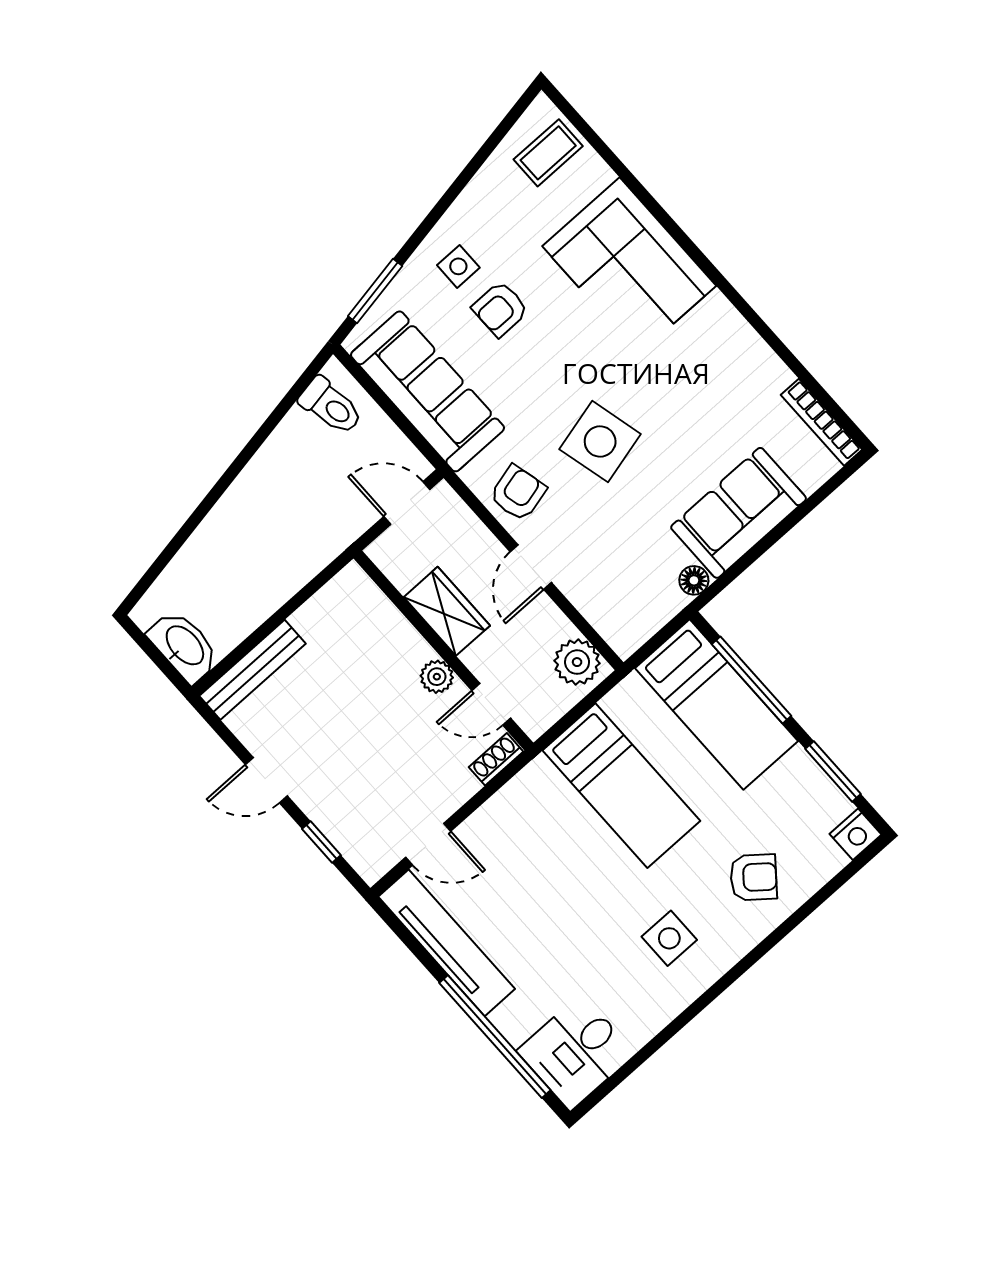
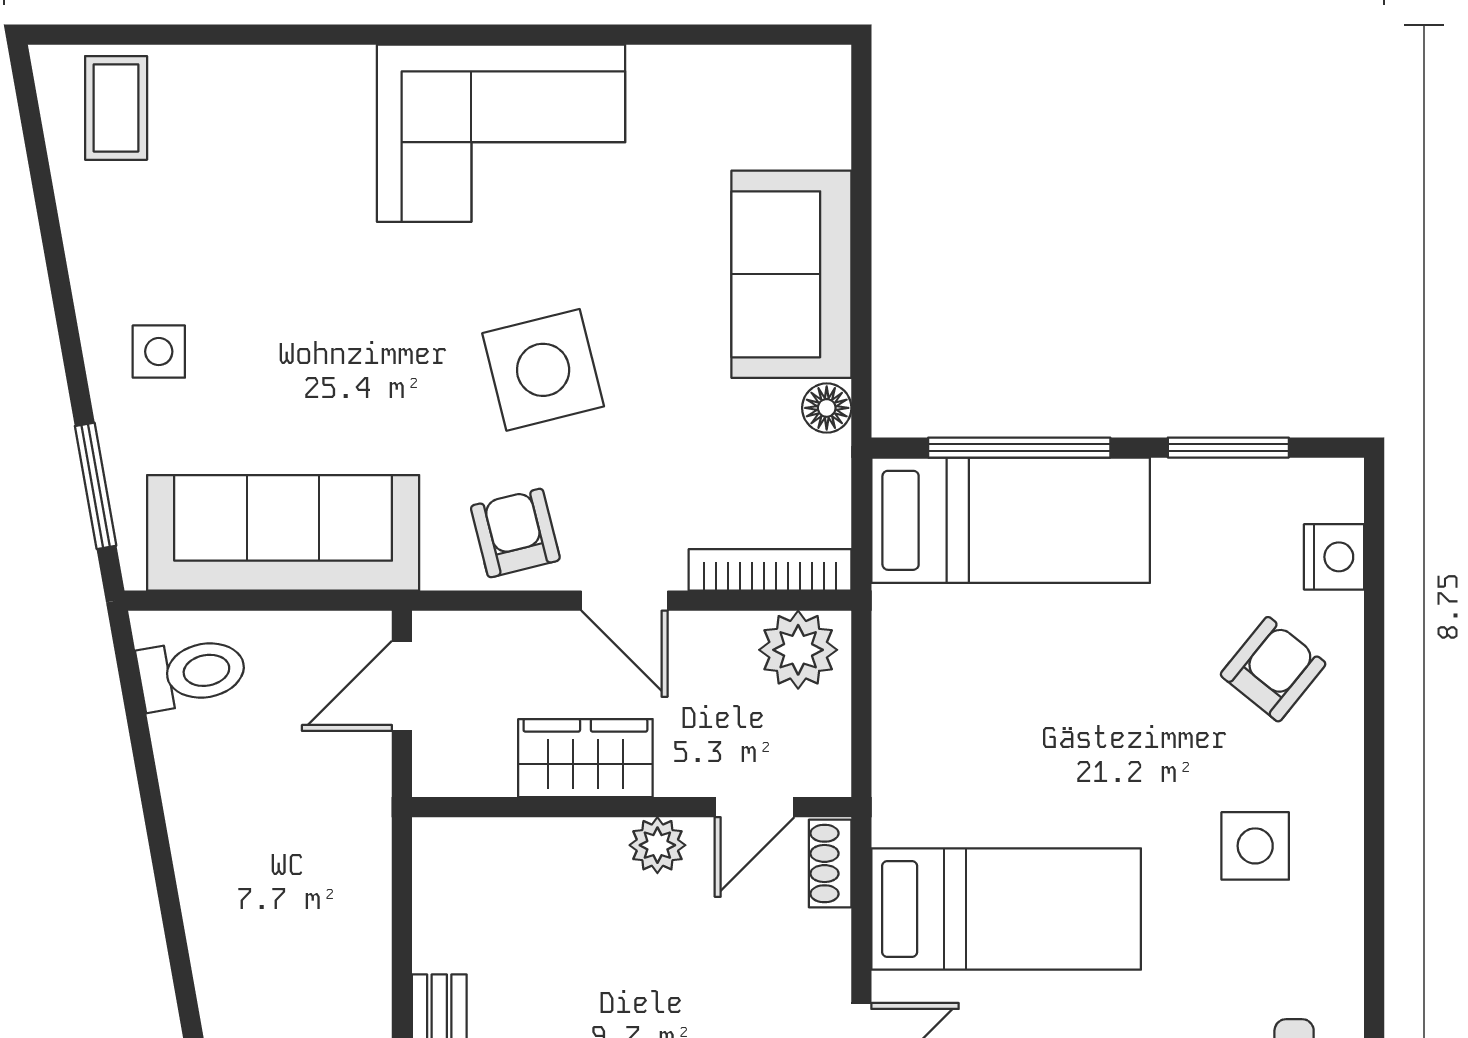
corner sofa: (629, 266) -> (501, 133), moved
armchair: (500, 309) -> (261, 347), removed
bookcase: (822, 422) -> (770, 570), moved, turned 180
bed: (621, 786) -> (1006, 909), moved
nightstand: (856, 834) -> (1334, 557), moved

